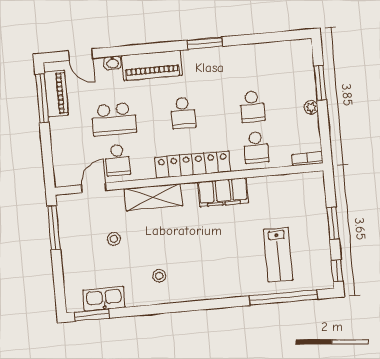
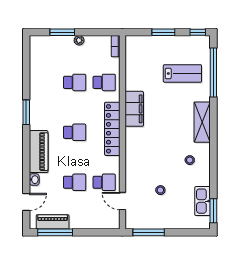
school desk: (114, 119) -> (75, 182), width x0.54
shelving: (153, 197) -> (202, 122), moved

